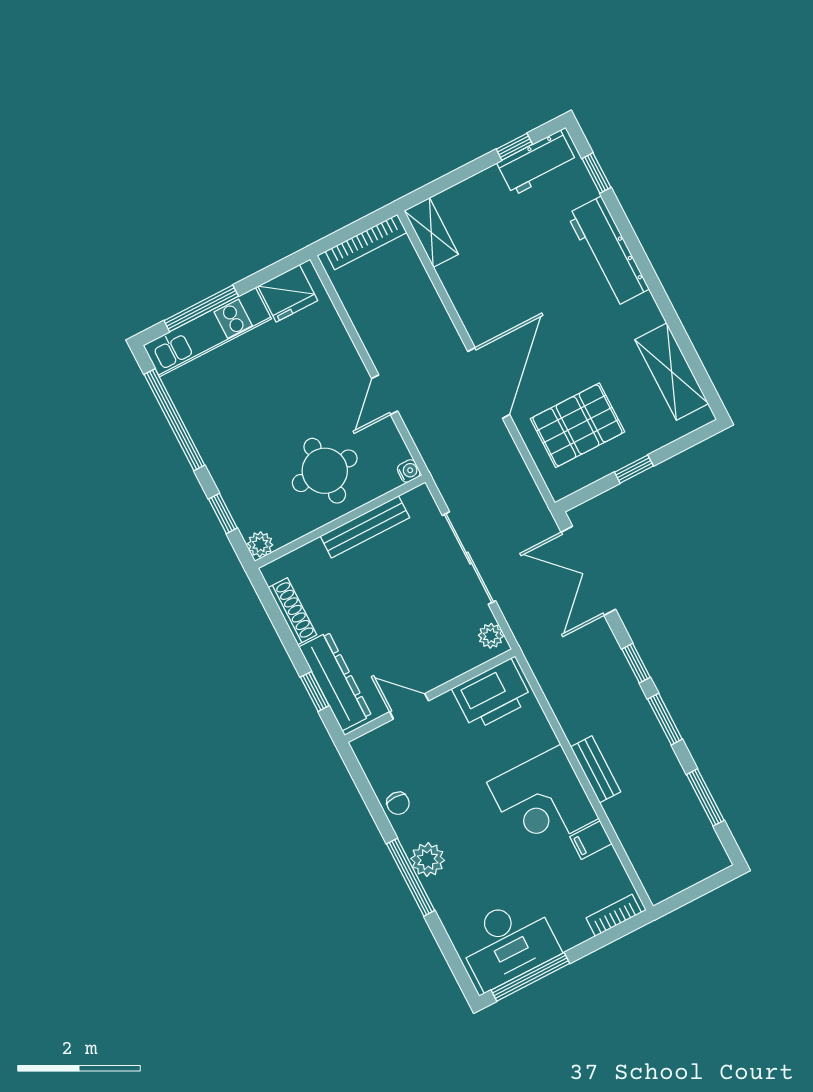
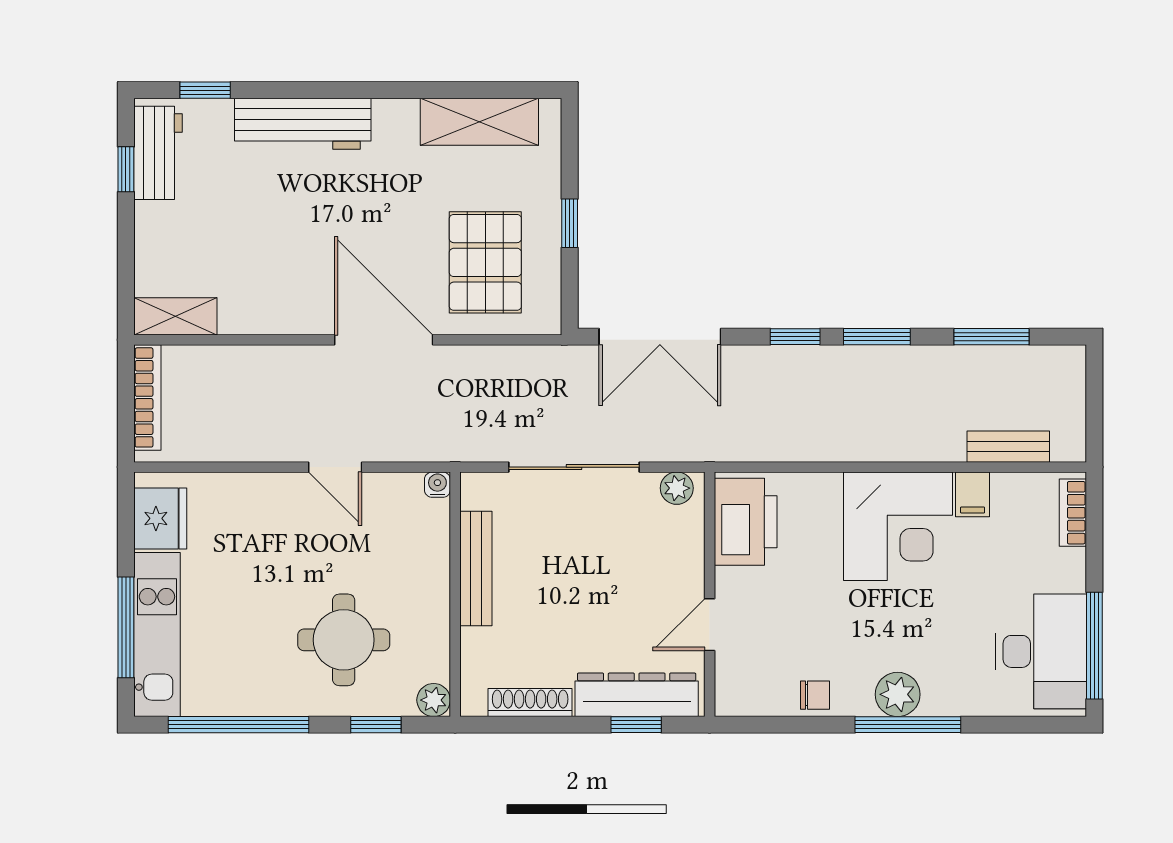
round table: (325, 471) -> (344, 640), moved
bench: (596, 769) -> (1008, 447), moved

